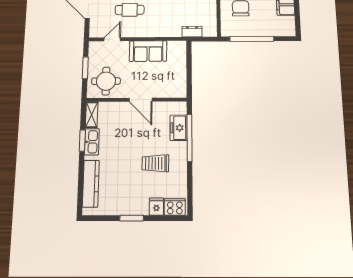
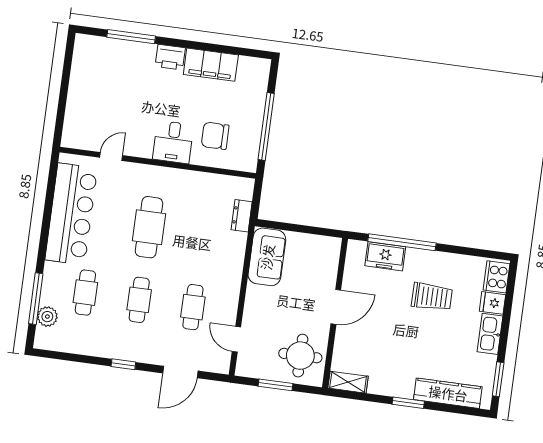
sofa: (148, 51) -> (267, 257), moved
window: (82, 141) -> (408, 403), moved
kitchen sink: (92, 142) -> (490, 334), moved, turned -90
trolley: (155, 163) -> (432, 297), turned -90
window: (132, 218) -> (498, 379), moved

